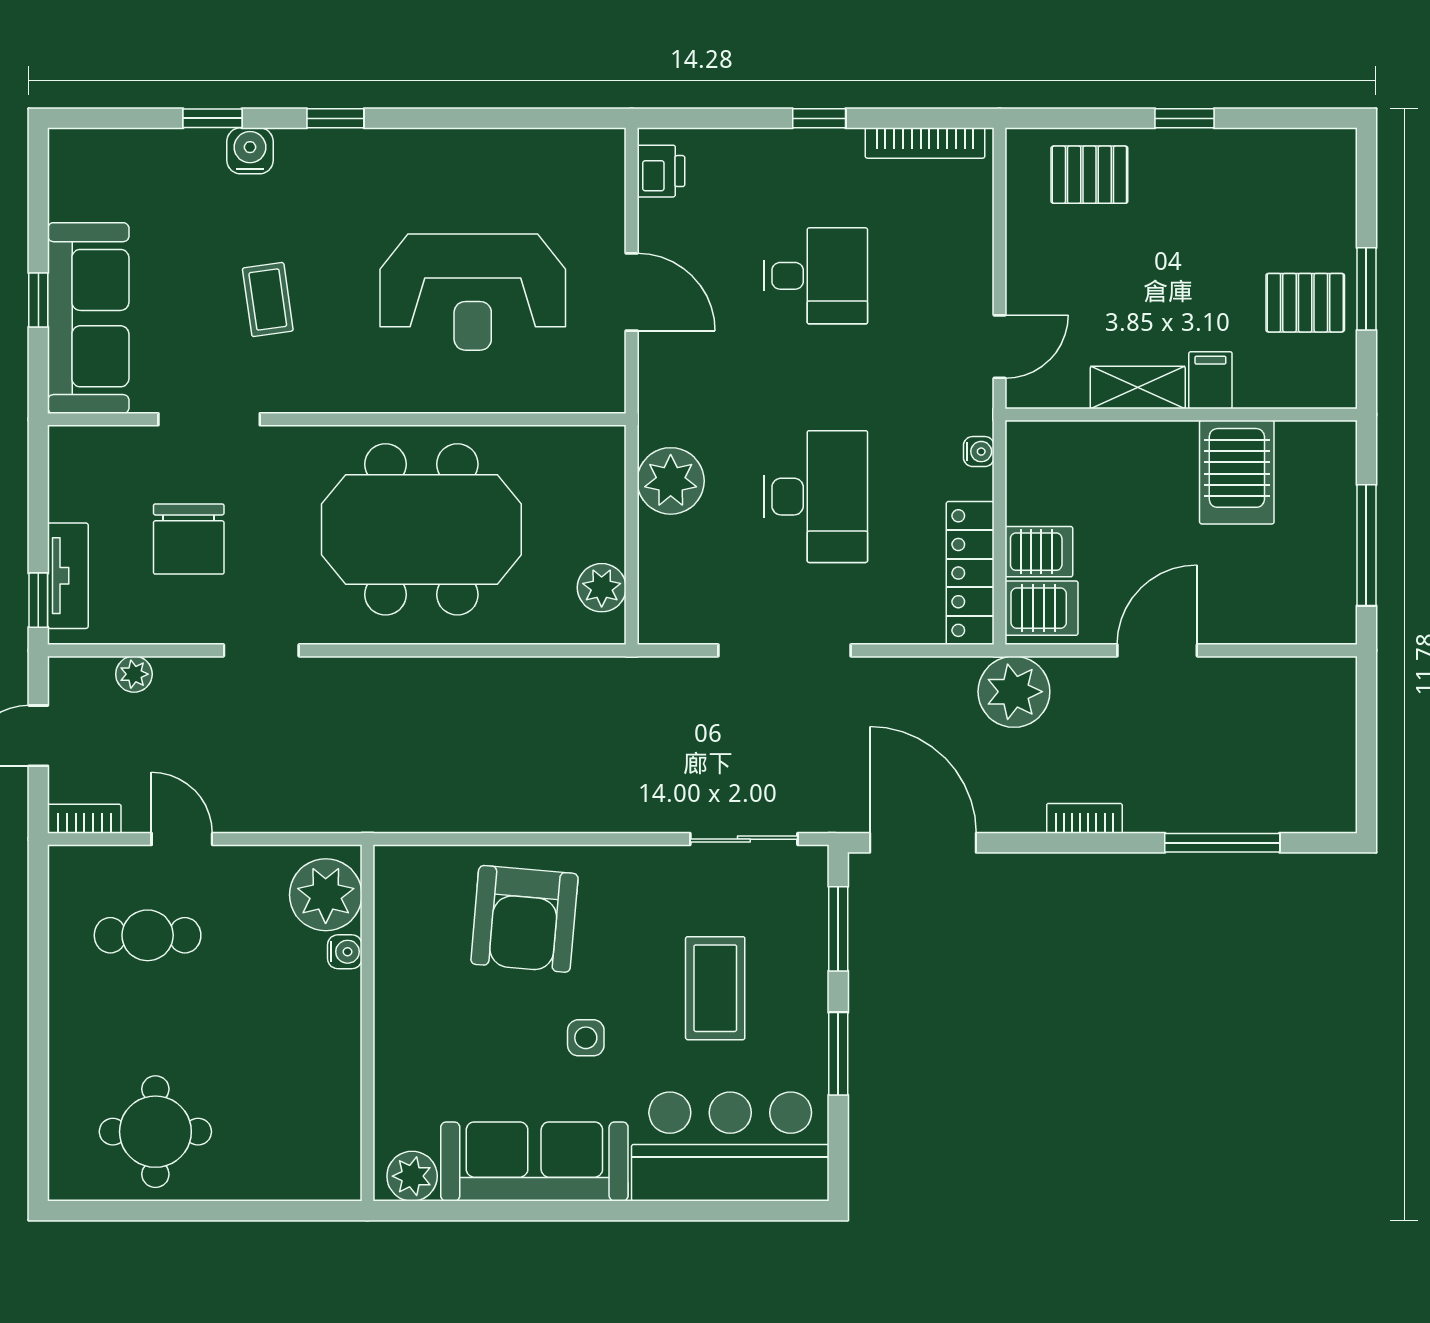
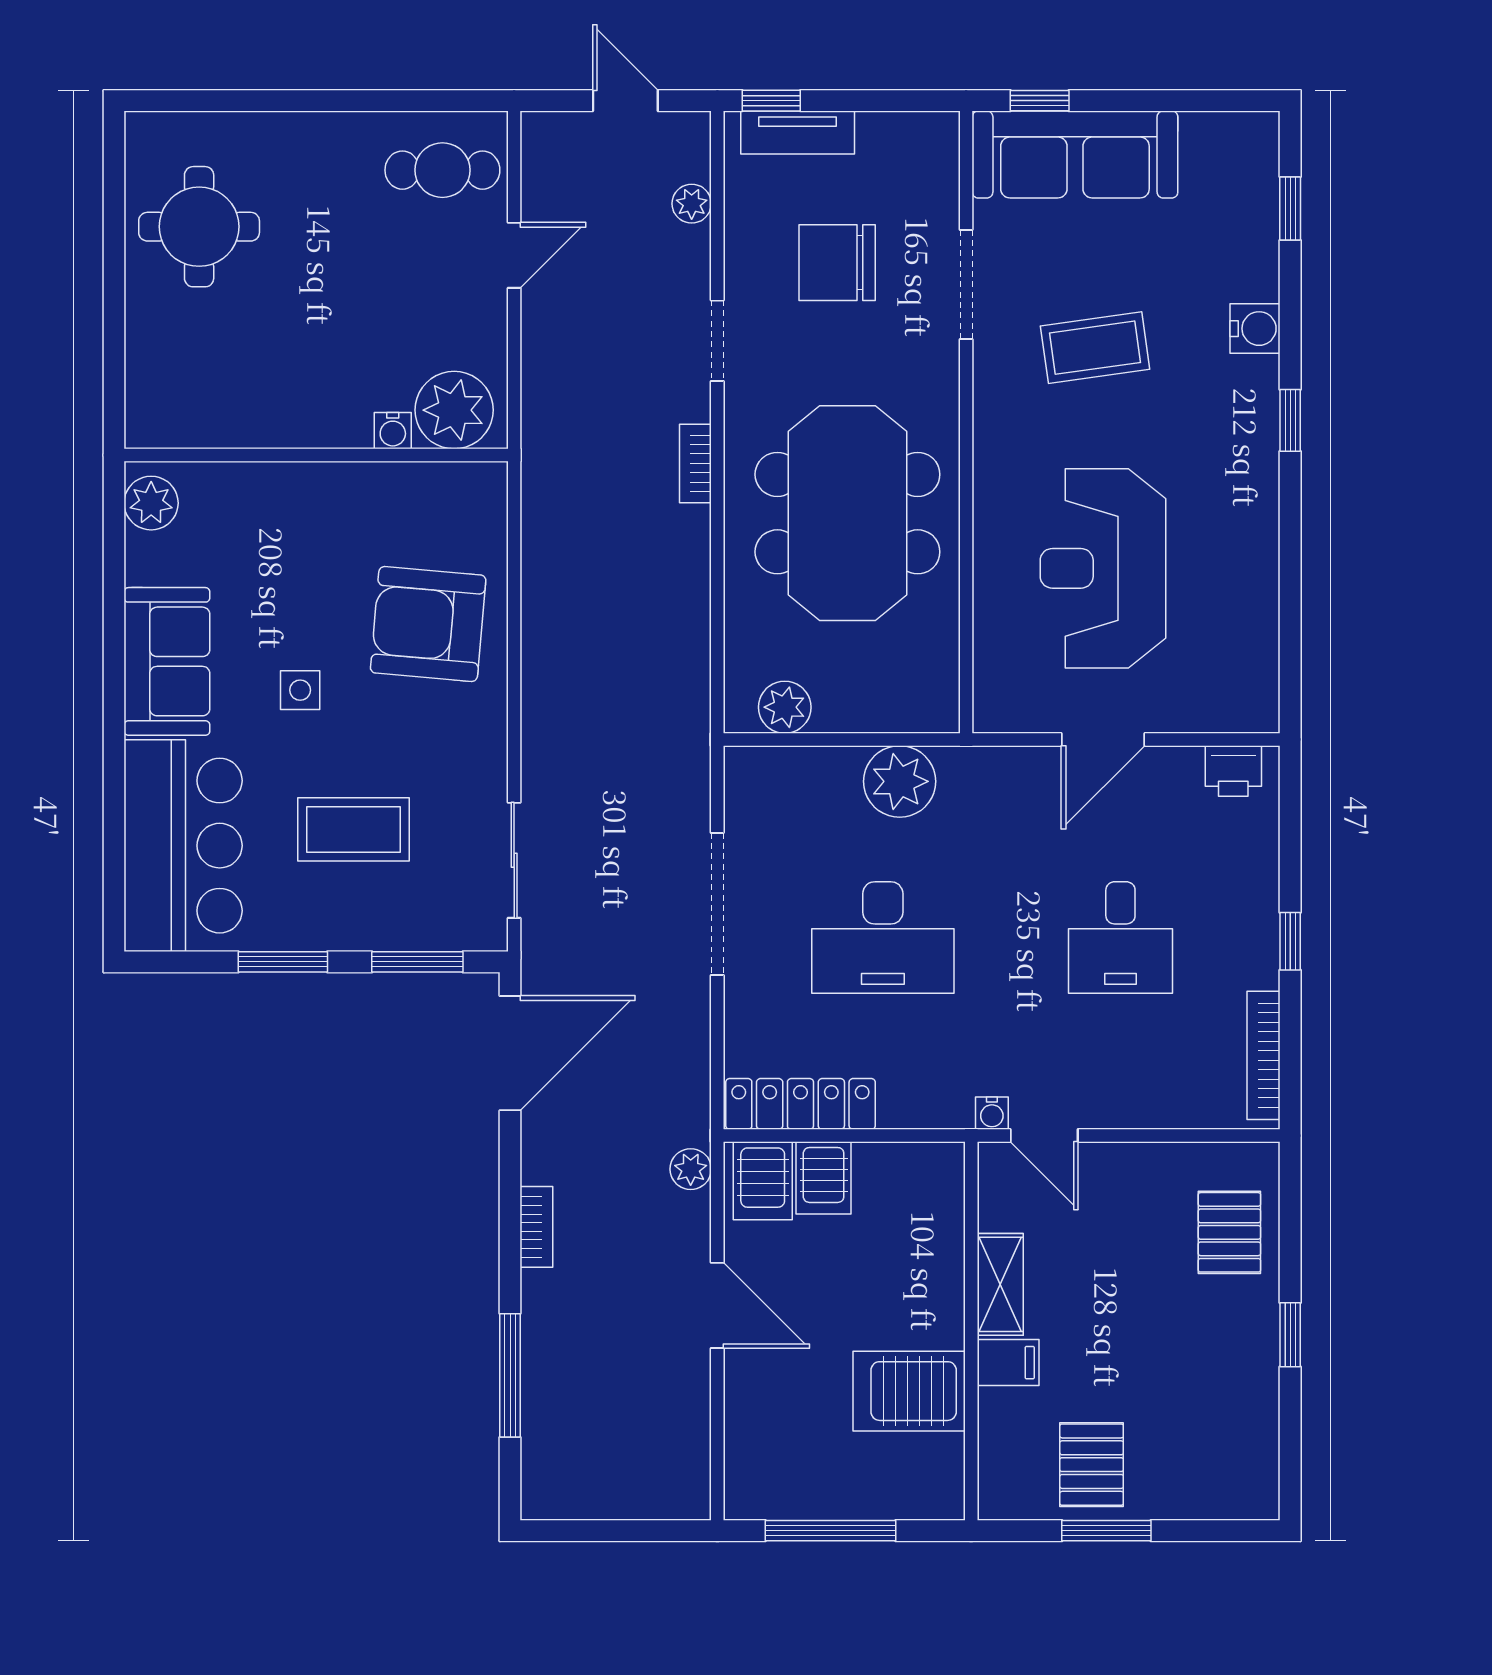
window: (212, 118) -> (1290, 209), moved
window: (38, 300) -> (1040, 101), moved
coffee table: (268, 300) -> (1095, 348), width x1.36, depth x1.30
water cooler: (979, 452) -> (992, 1113), moved
plant: (1014, 692) -> (691, 1169), width x0.53, depth x0.53
bookcase: (84, 819) -> (695, 463), moved, turned 180
cafe table: (148, 935) -> (442, 170), moved, turned 90
sofa: (534, 1162) -> (167, 661), width x0.73

